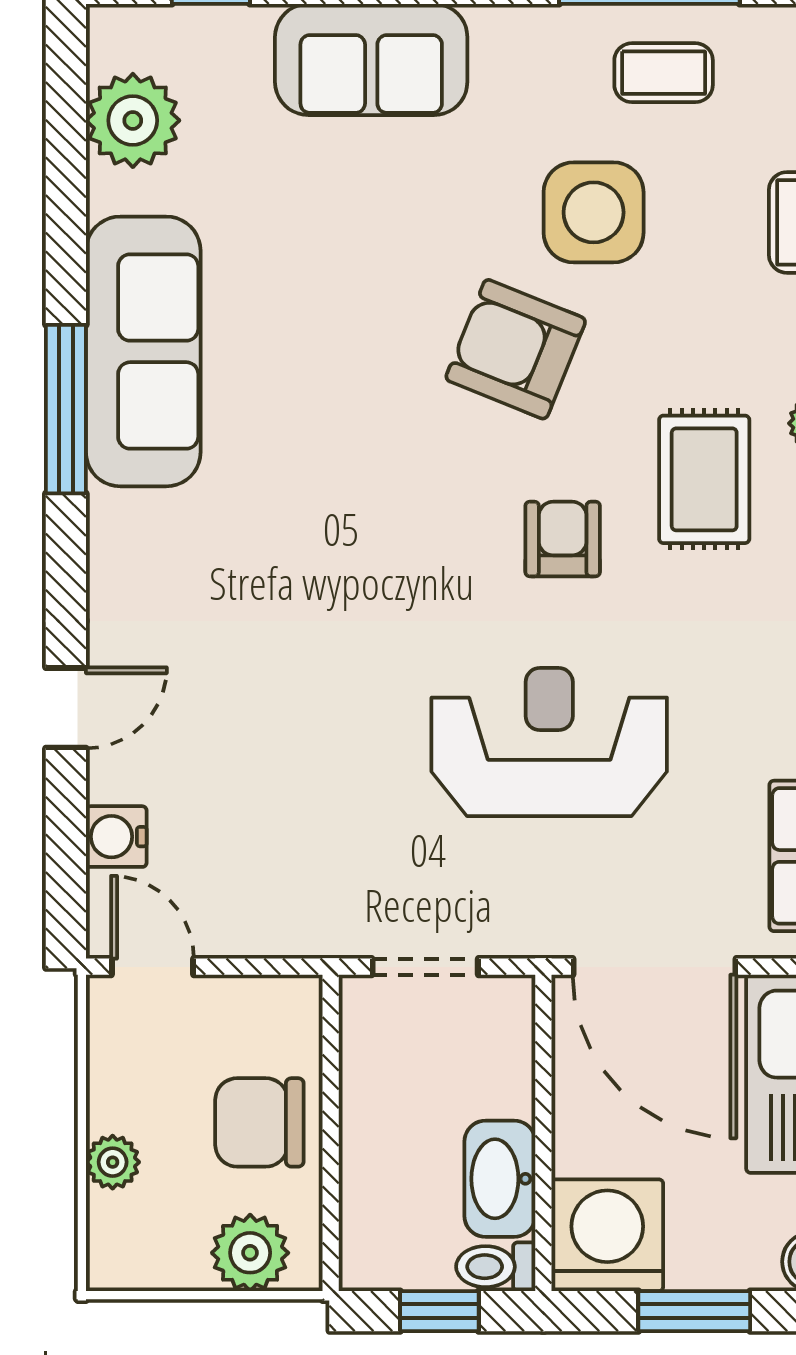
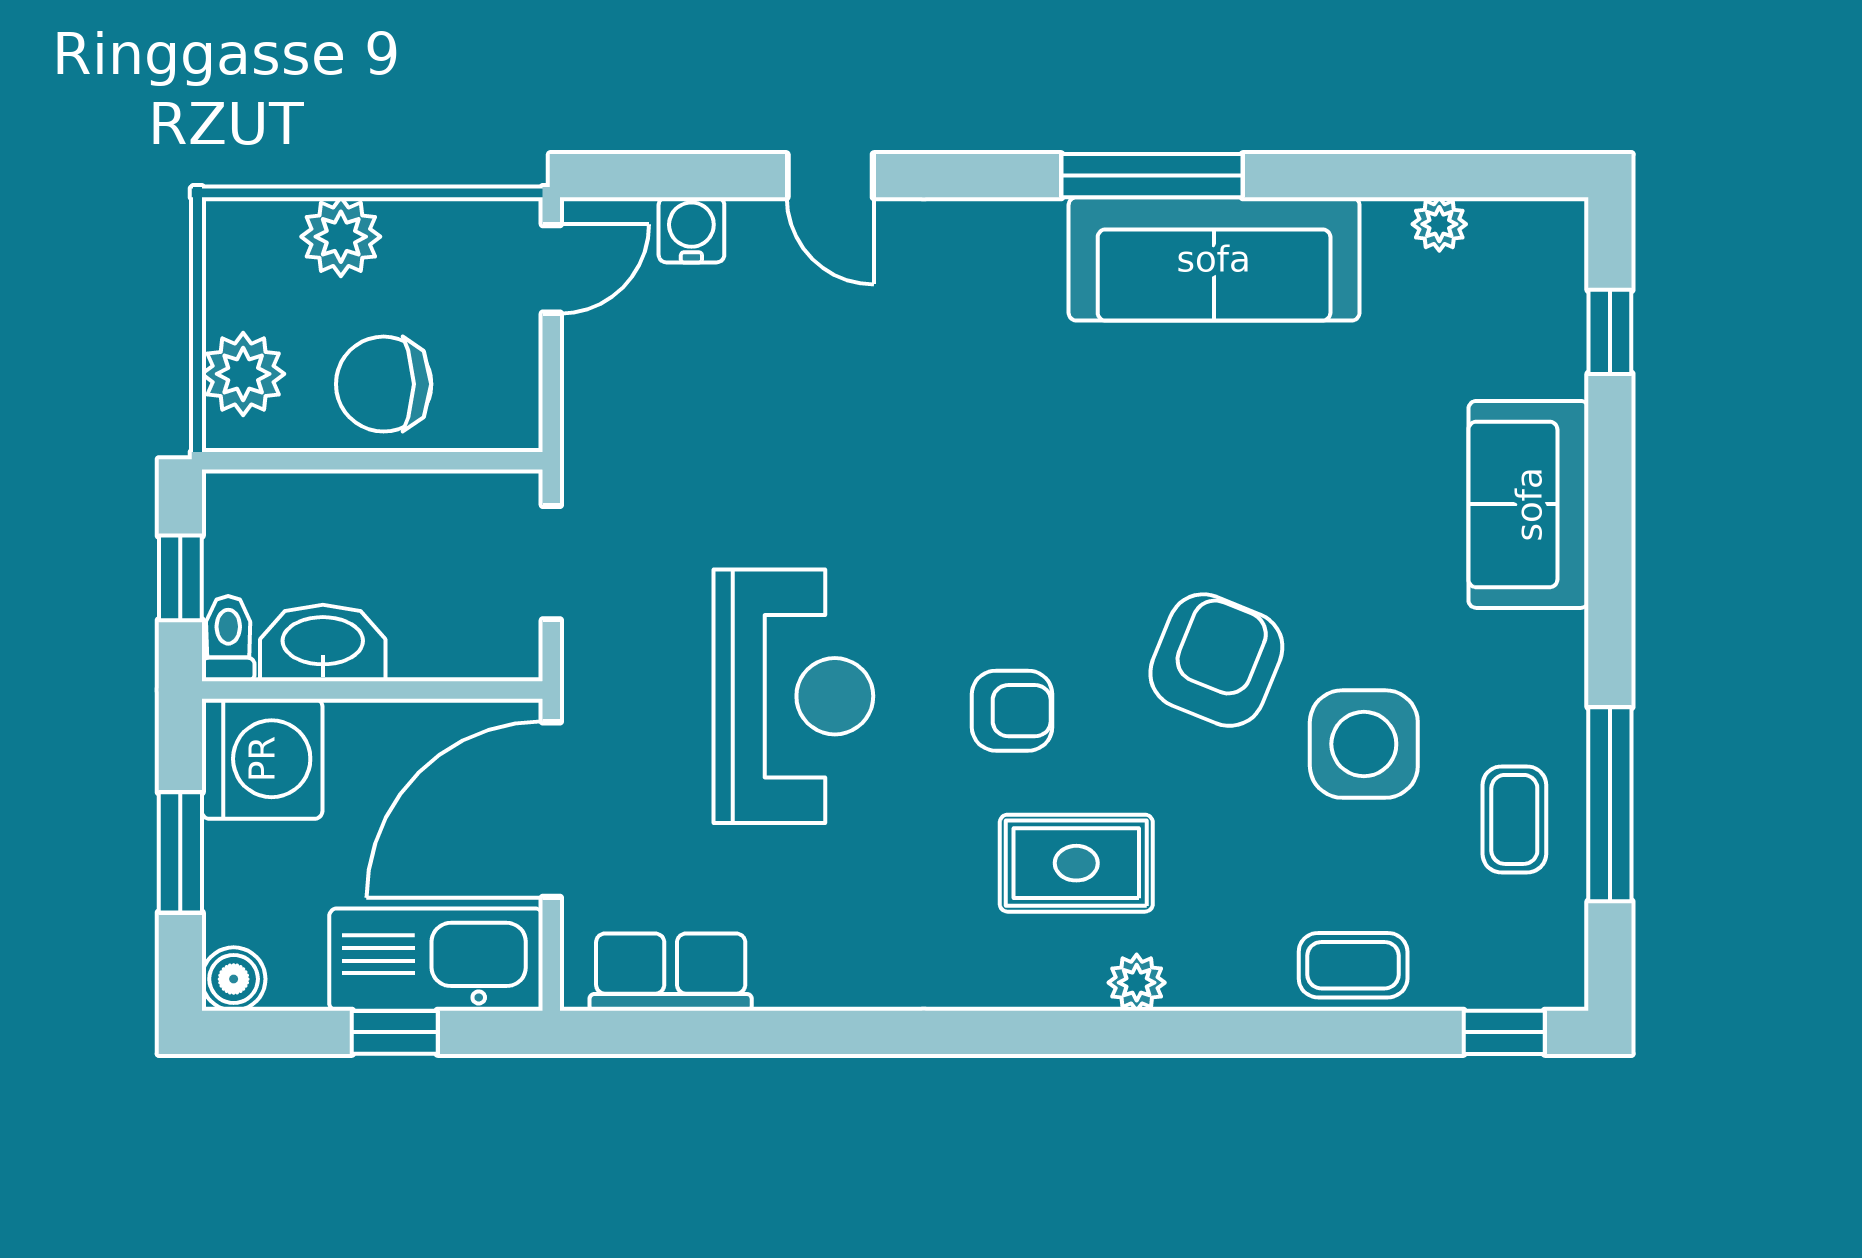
plant: (133, 120) -> (1439, 224), width x0.53, depth x0.53
chair: (259, 1122) -> (384, 384), turned -90
plant: (113, 1162) -> (341, 237), width x1.38, depth x1.38

